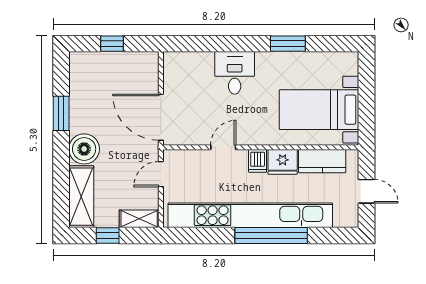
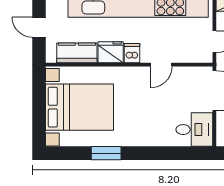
desk: (235, 73) -> (194, 130), moved, turned -90
bed with nightstands: (319, 110) -> (80, 107), width x1.36

